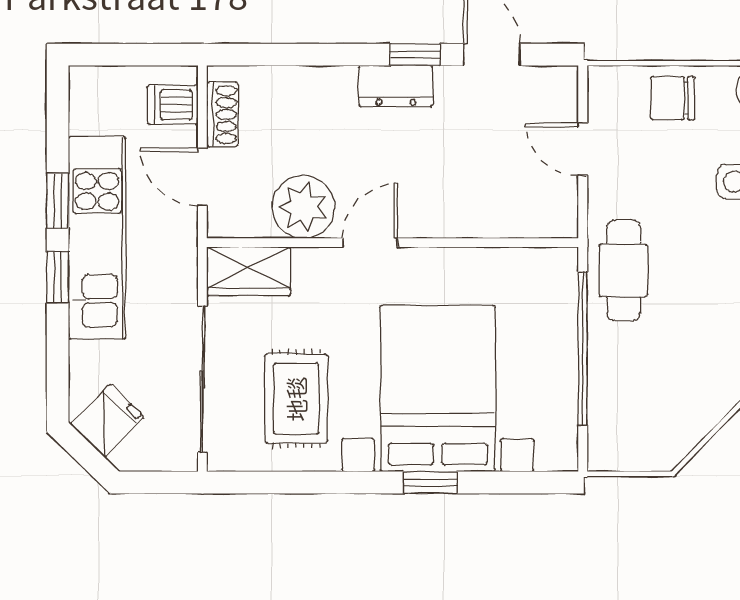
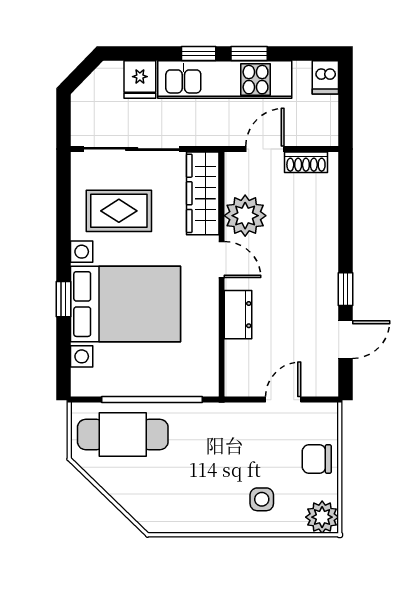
dresser: (396, 86) -> (238, 315), moved, turned 180
chair: (673, 98) -> (317, 459), turned -90
dishwasher: (173, 105) -> (325, 77), moved, turned 180
cafe table: (624, 270) -> (123, 435), moved, width x1.37, depth x1.35
wardrobe: (249, 271) -> (203, 193), width x1.50
fridge: (107, 421) -> (140, 80), moved, turned 46

